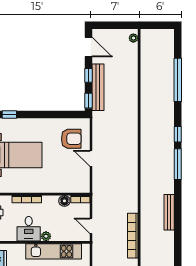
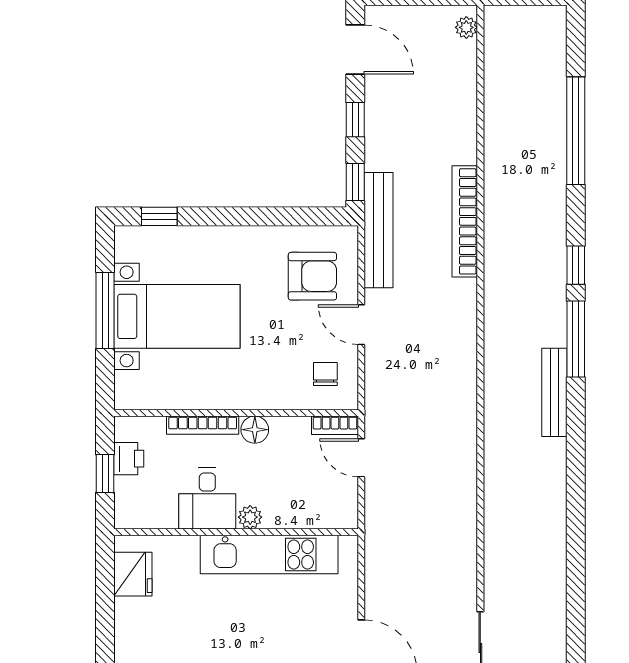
bench: (98, 87) -> (379, 230), moved
chair: (76, 178) -> (325, 374), added
floor lamp: (64, 201) -> (255, 430), moved
bench: (169, 212) -> (554, 392), moved
door: (91, 226) -> (361, 458), moved
bookcase: (133, 236) -> (465, 221), moved

